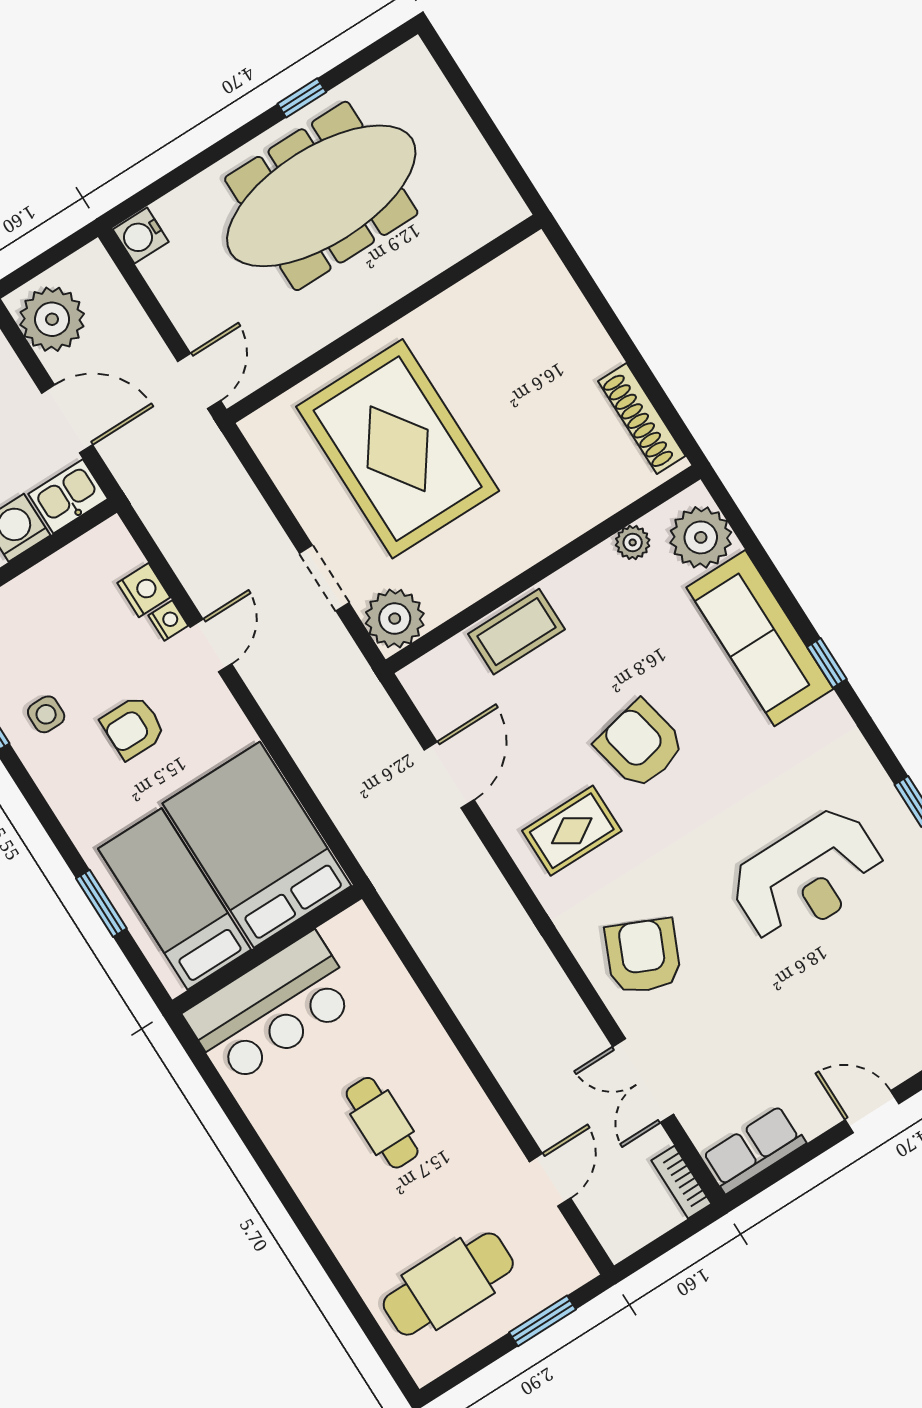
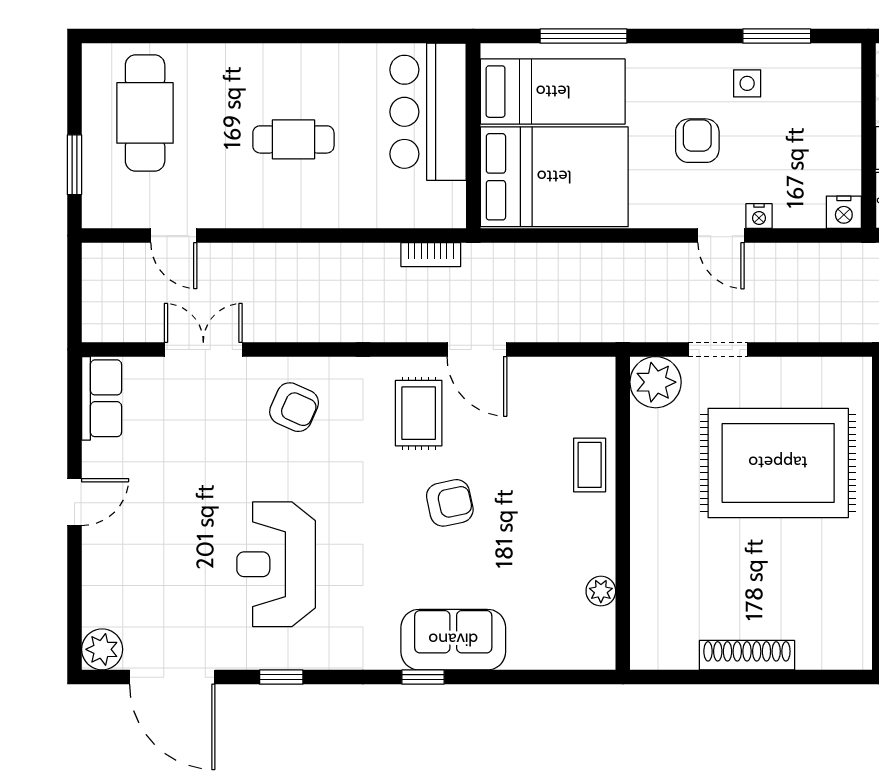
shoe rack: (642, 418) -> (747, 655), moved
plant: (701, 537) -> (573, 643), removed
nightstand: (144, 590) -> (844, 212), moved
coffee table: (516, 632) -> (590, 465), width x0.73, depth x0.77
sofa: (760, 638) -> (453, 640), width x0.73
armchair: (640, 745) -> (450, 503), width x0.72, depth x0.72
door: (449, 775) -> (477, 349), moved
window: (101, 903) -> (583, 36), width x1.44
armchair: (643, 956) -> (294, 407), width x0.72, depth x0.72
bookcase: (681, 1182) -> (431, 255), moved, turned 180

